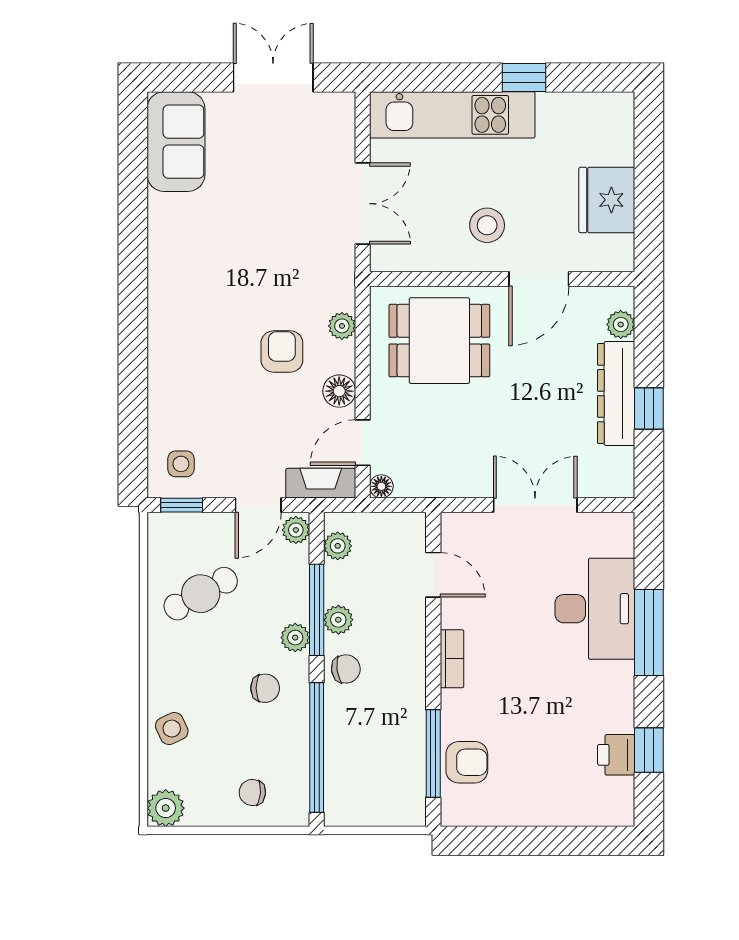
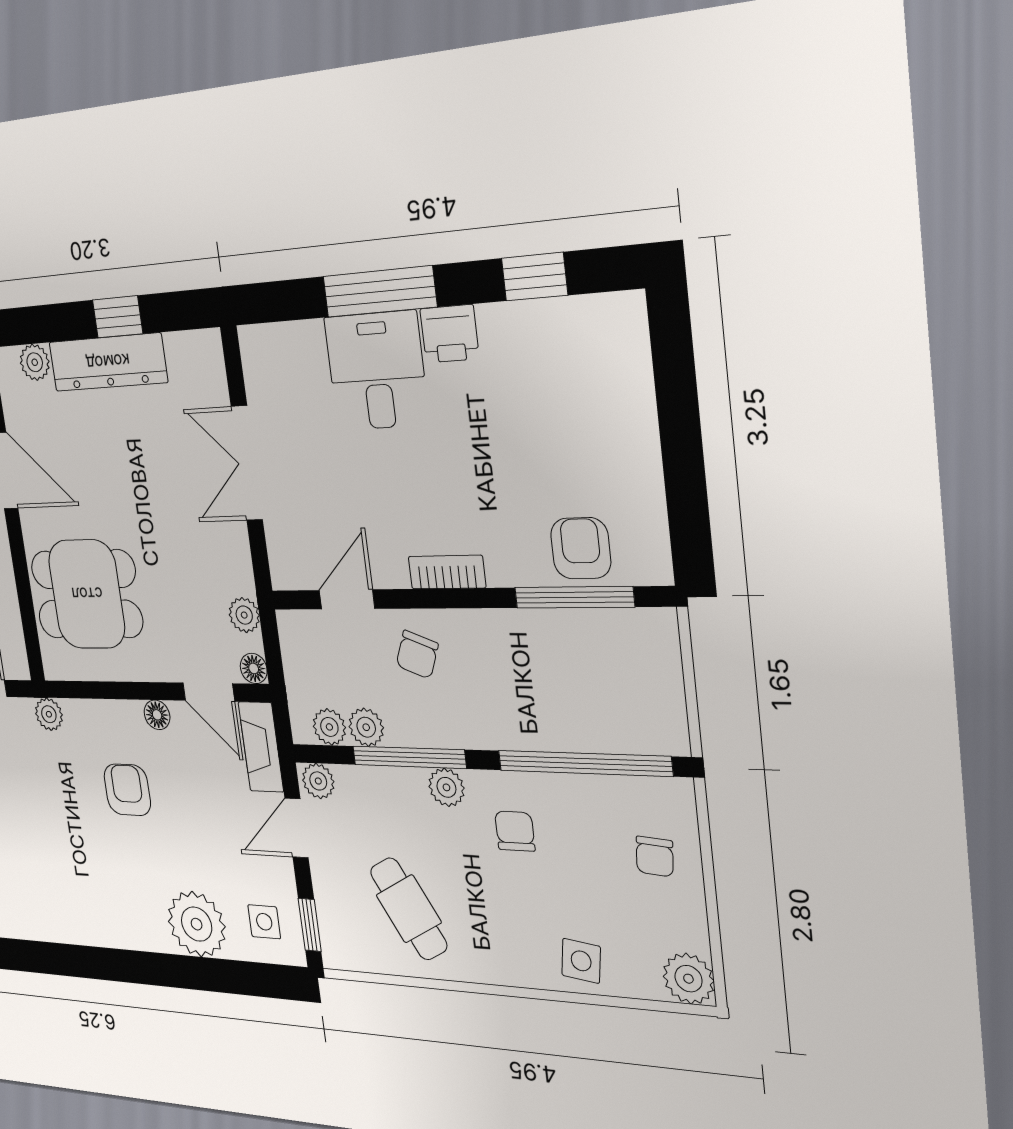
plant: (342, 326) -> (49, 714), moved
dining table: (439, 341) -> (87, 594), turned 90
armchair: (282, 351) -> (127, 790), turned 90
floor lamp: (339, 391) -> (157, 715), width x0.73, depth x0.73
plant: (174, 400) -> (197, 924), added
plant: (422, 484) -> (244, 615), added
door: (258, 505) -> (296, 828), swing flipped
desk: (595, 609) -> (376, 371), width x0.73
plant: (338, 620) -> (366, 727), moved
chair: (346, 669) -> (417, 655), moved, turned -151
side table: (172, 729) -> (581, 961), turned 33
printer: (616, 755) -> (450, 334), moved

